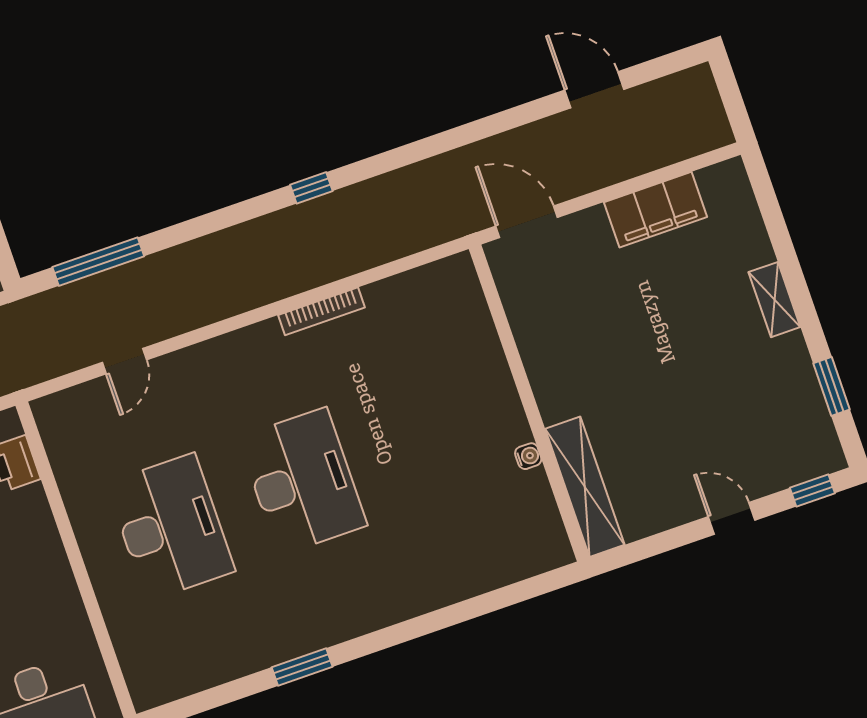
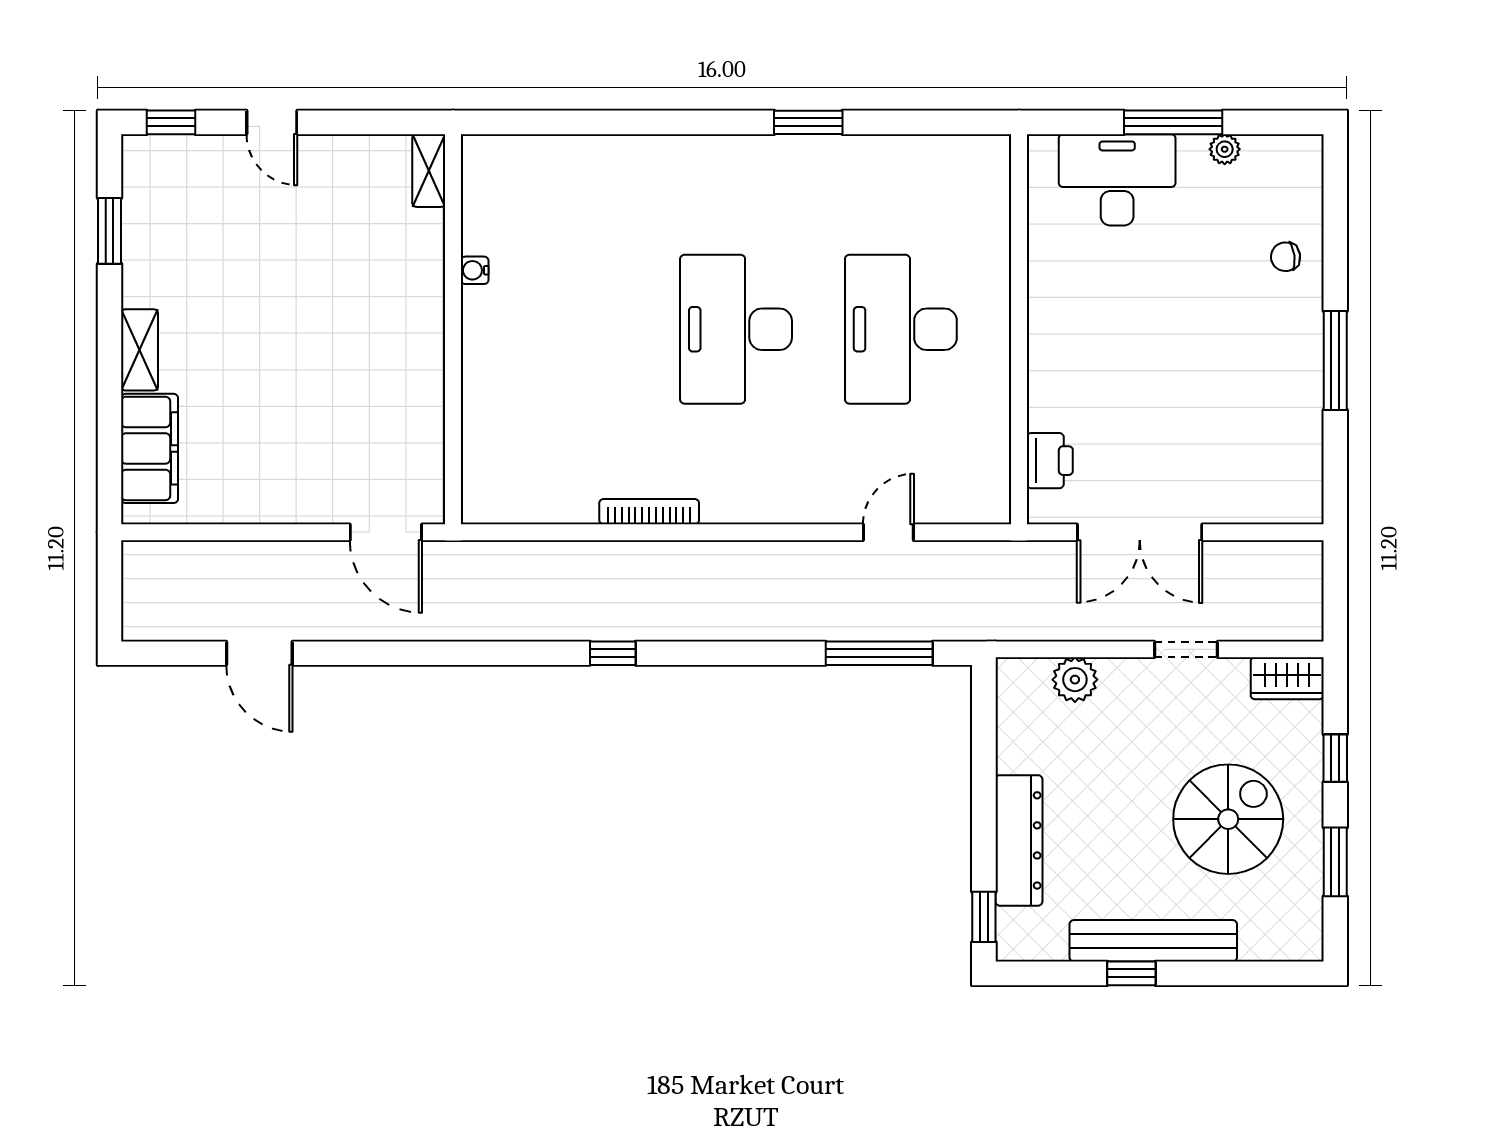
filing cabinet: (656, 210) -> (150, 448), moved, turned 90
shelving: (585, 487) -> (429, 171), width x0.45, depth x0.75

